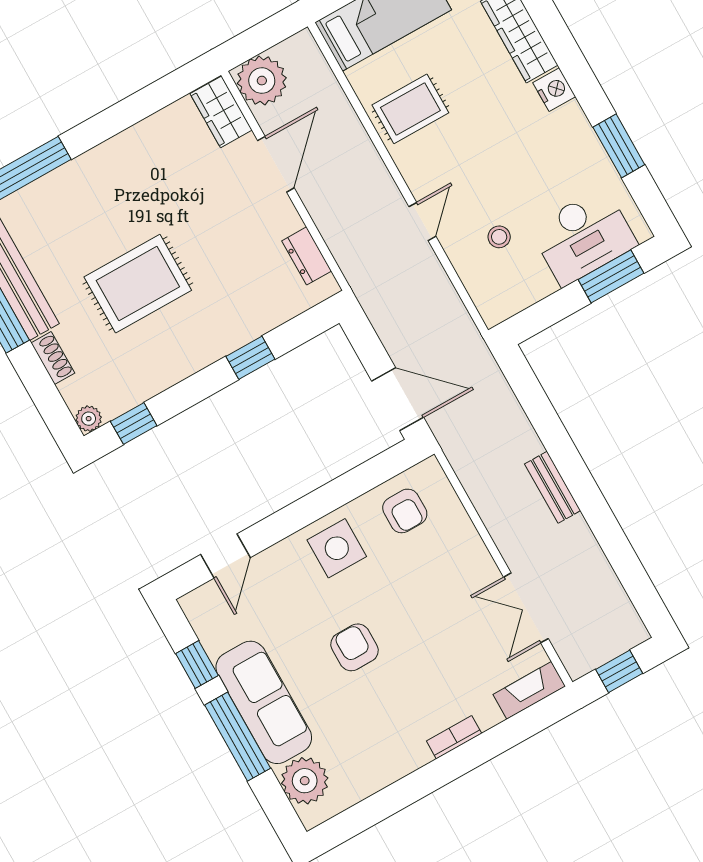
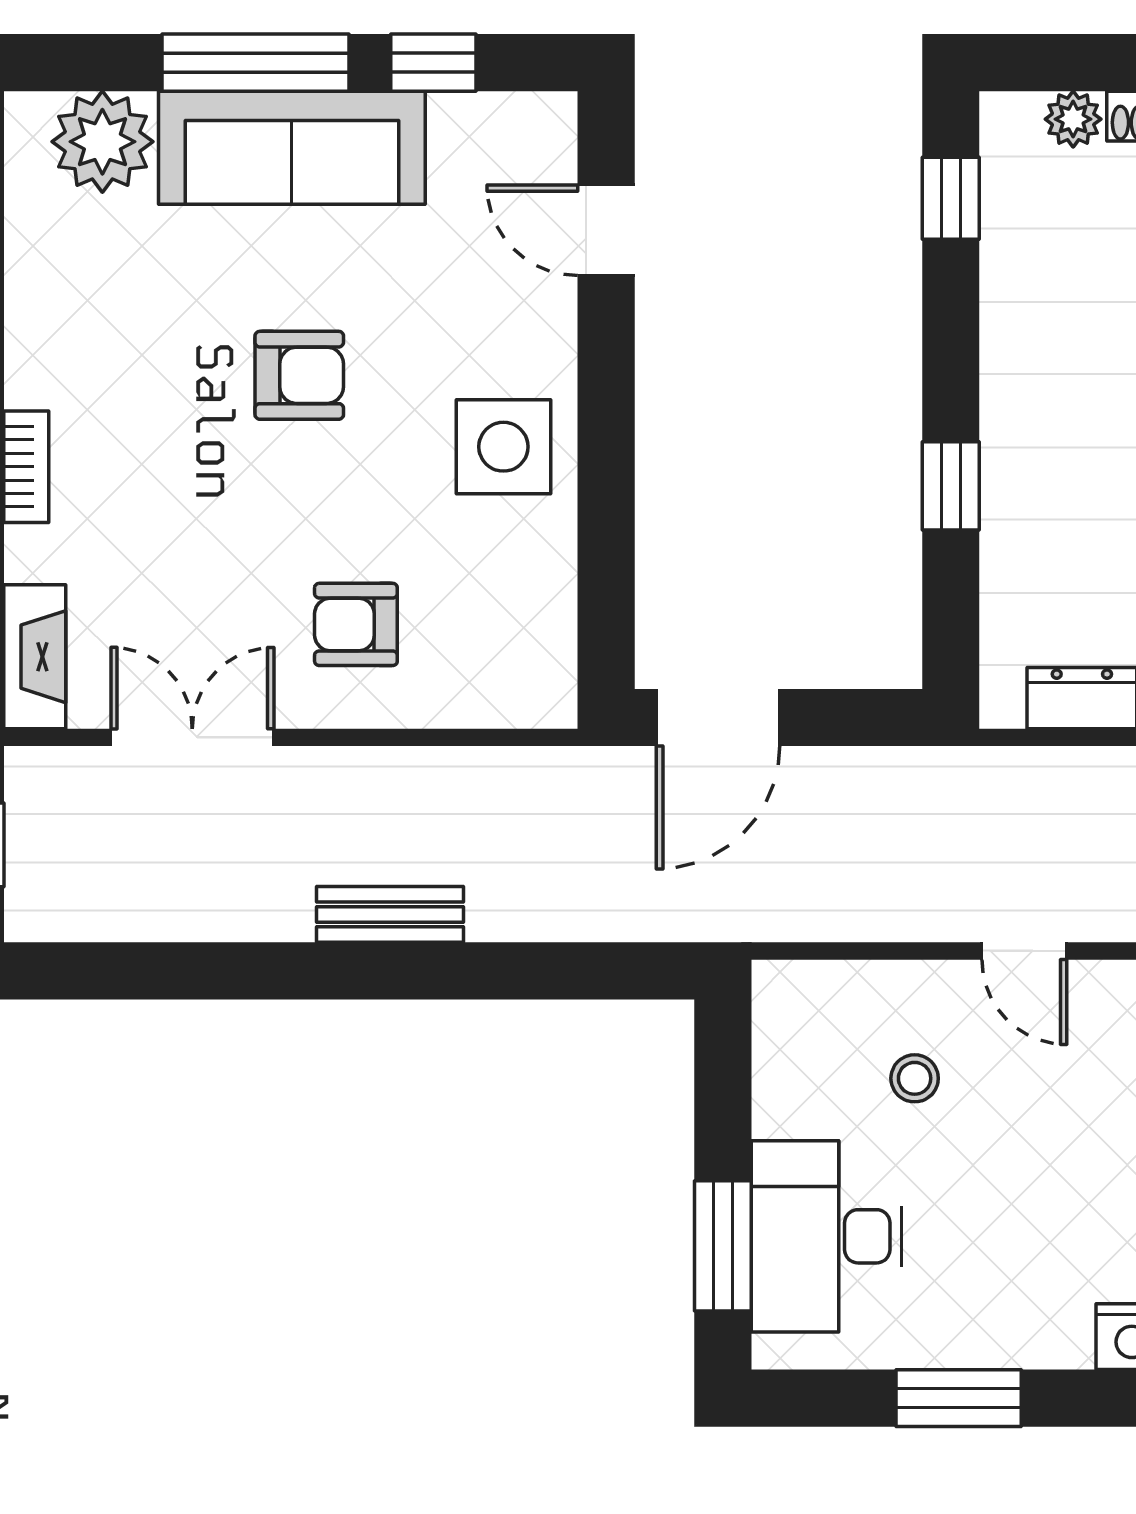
plant: (89, 419) -> (1073, 119), moved
armchair: (405, 511) -> (356, 624), moved

